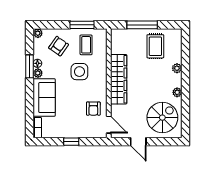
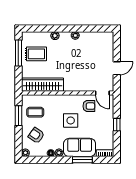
window: (142, 25) -> (18, 53), moved
window: (30, 66) -> (82, 160), moved
side table: (79, 72) -> (71, 120), moved
wardrobe: (119, 79) -> (42, 85), moved
spiral stairs: (162, 118) -> (96, 48), removed
door: (109, 125) -> (102, 93), swing flipped

